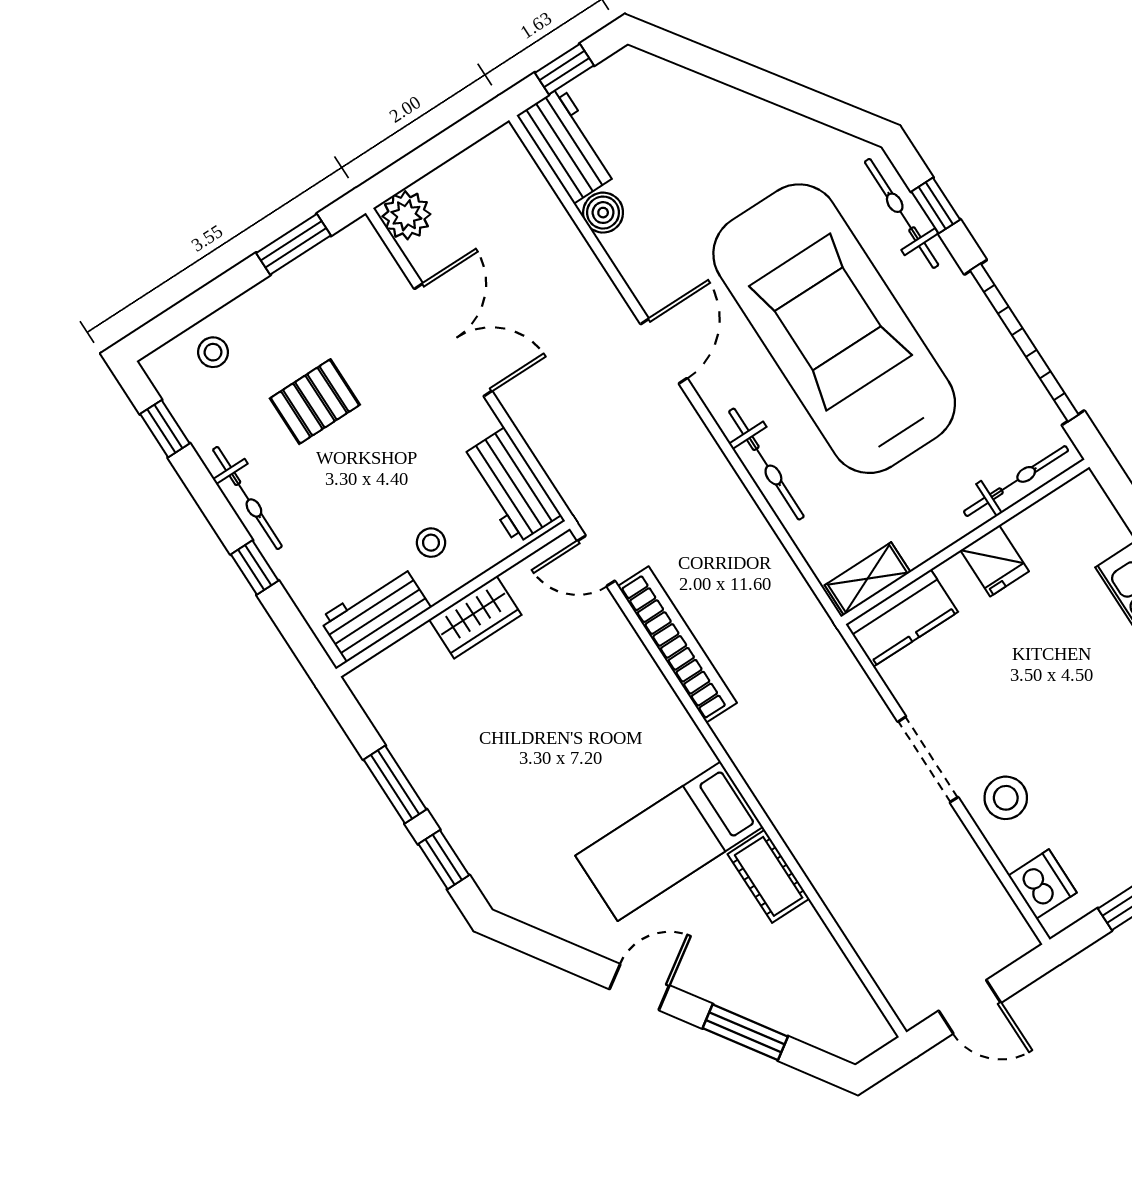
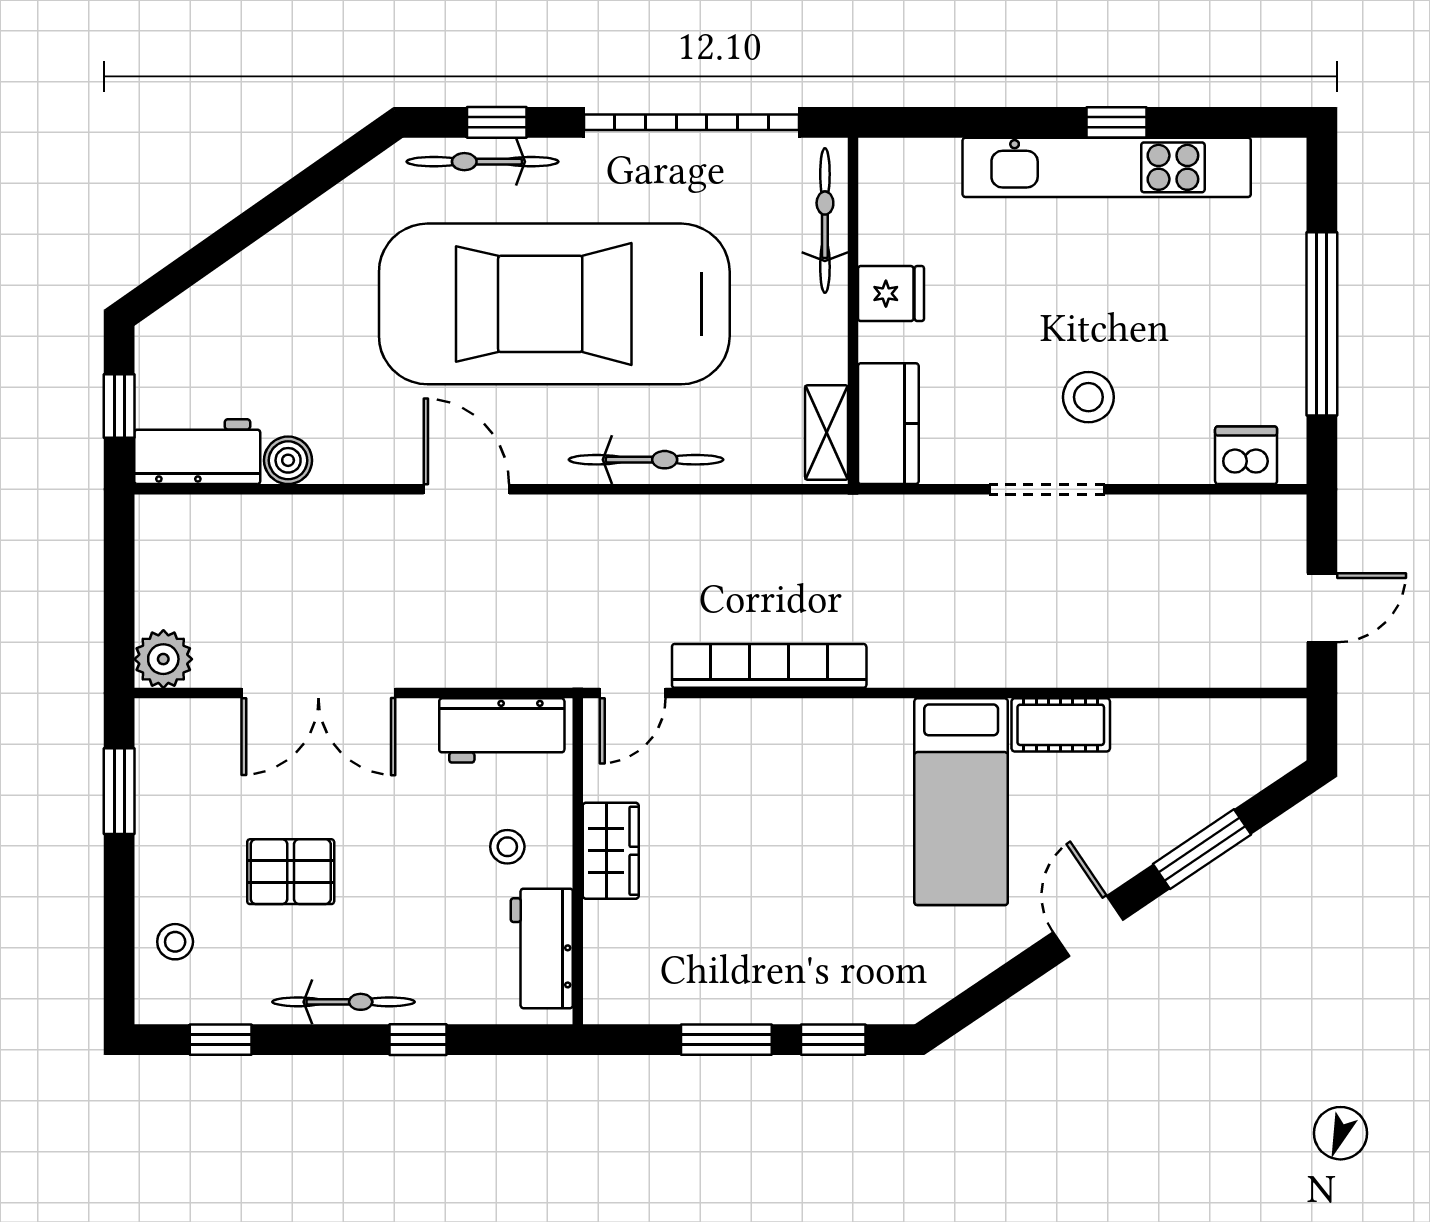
double door: (453, 340) -> (318, 693), swing flipped
pallet: (315, 402) -> (291, 872), turned 90
stool: (1006, 798) -> (1088, 397), moved

